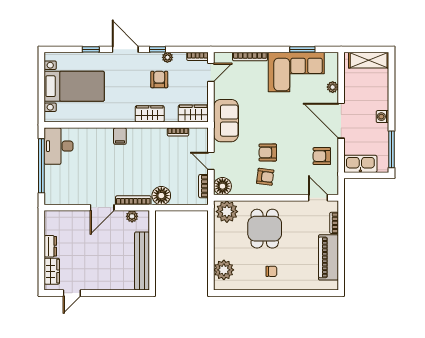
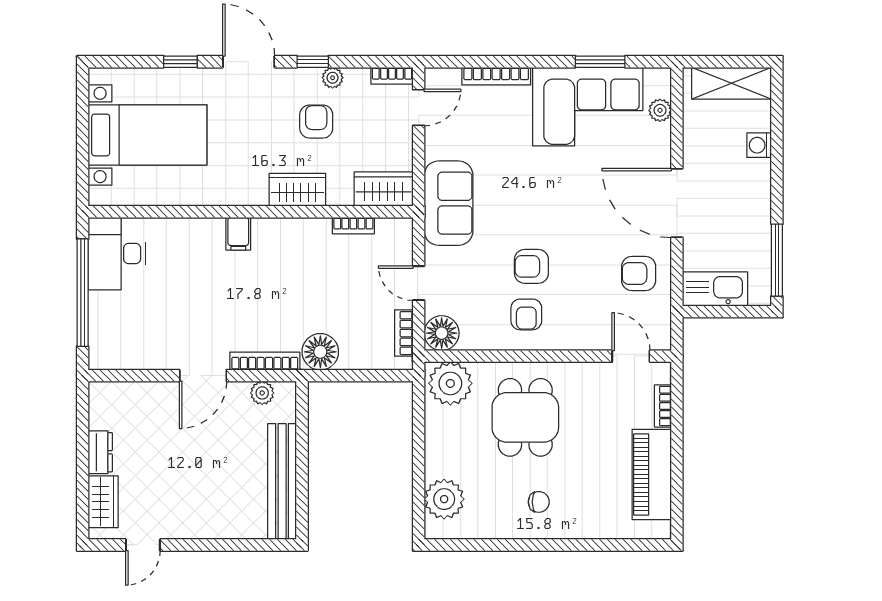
plant: (333, 87) -> (660, 110), moved
washing machine: (383, 117) -> (759, 145), moved
armchair: (265, 177) -> (526, 314), turned 83

